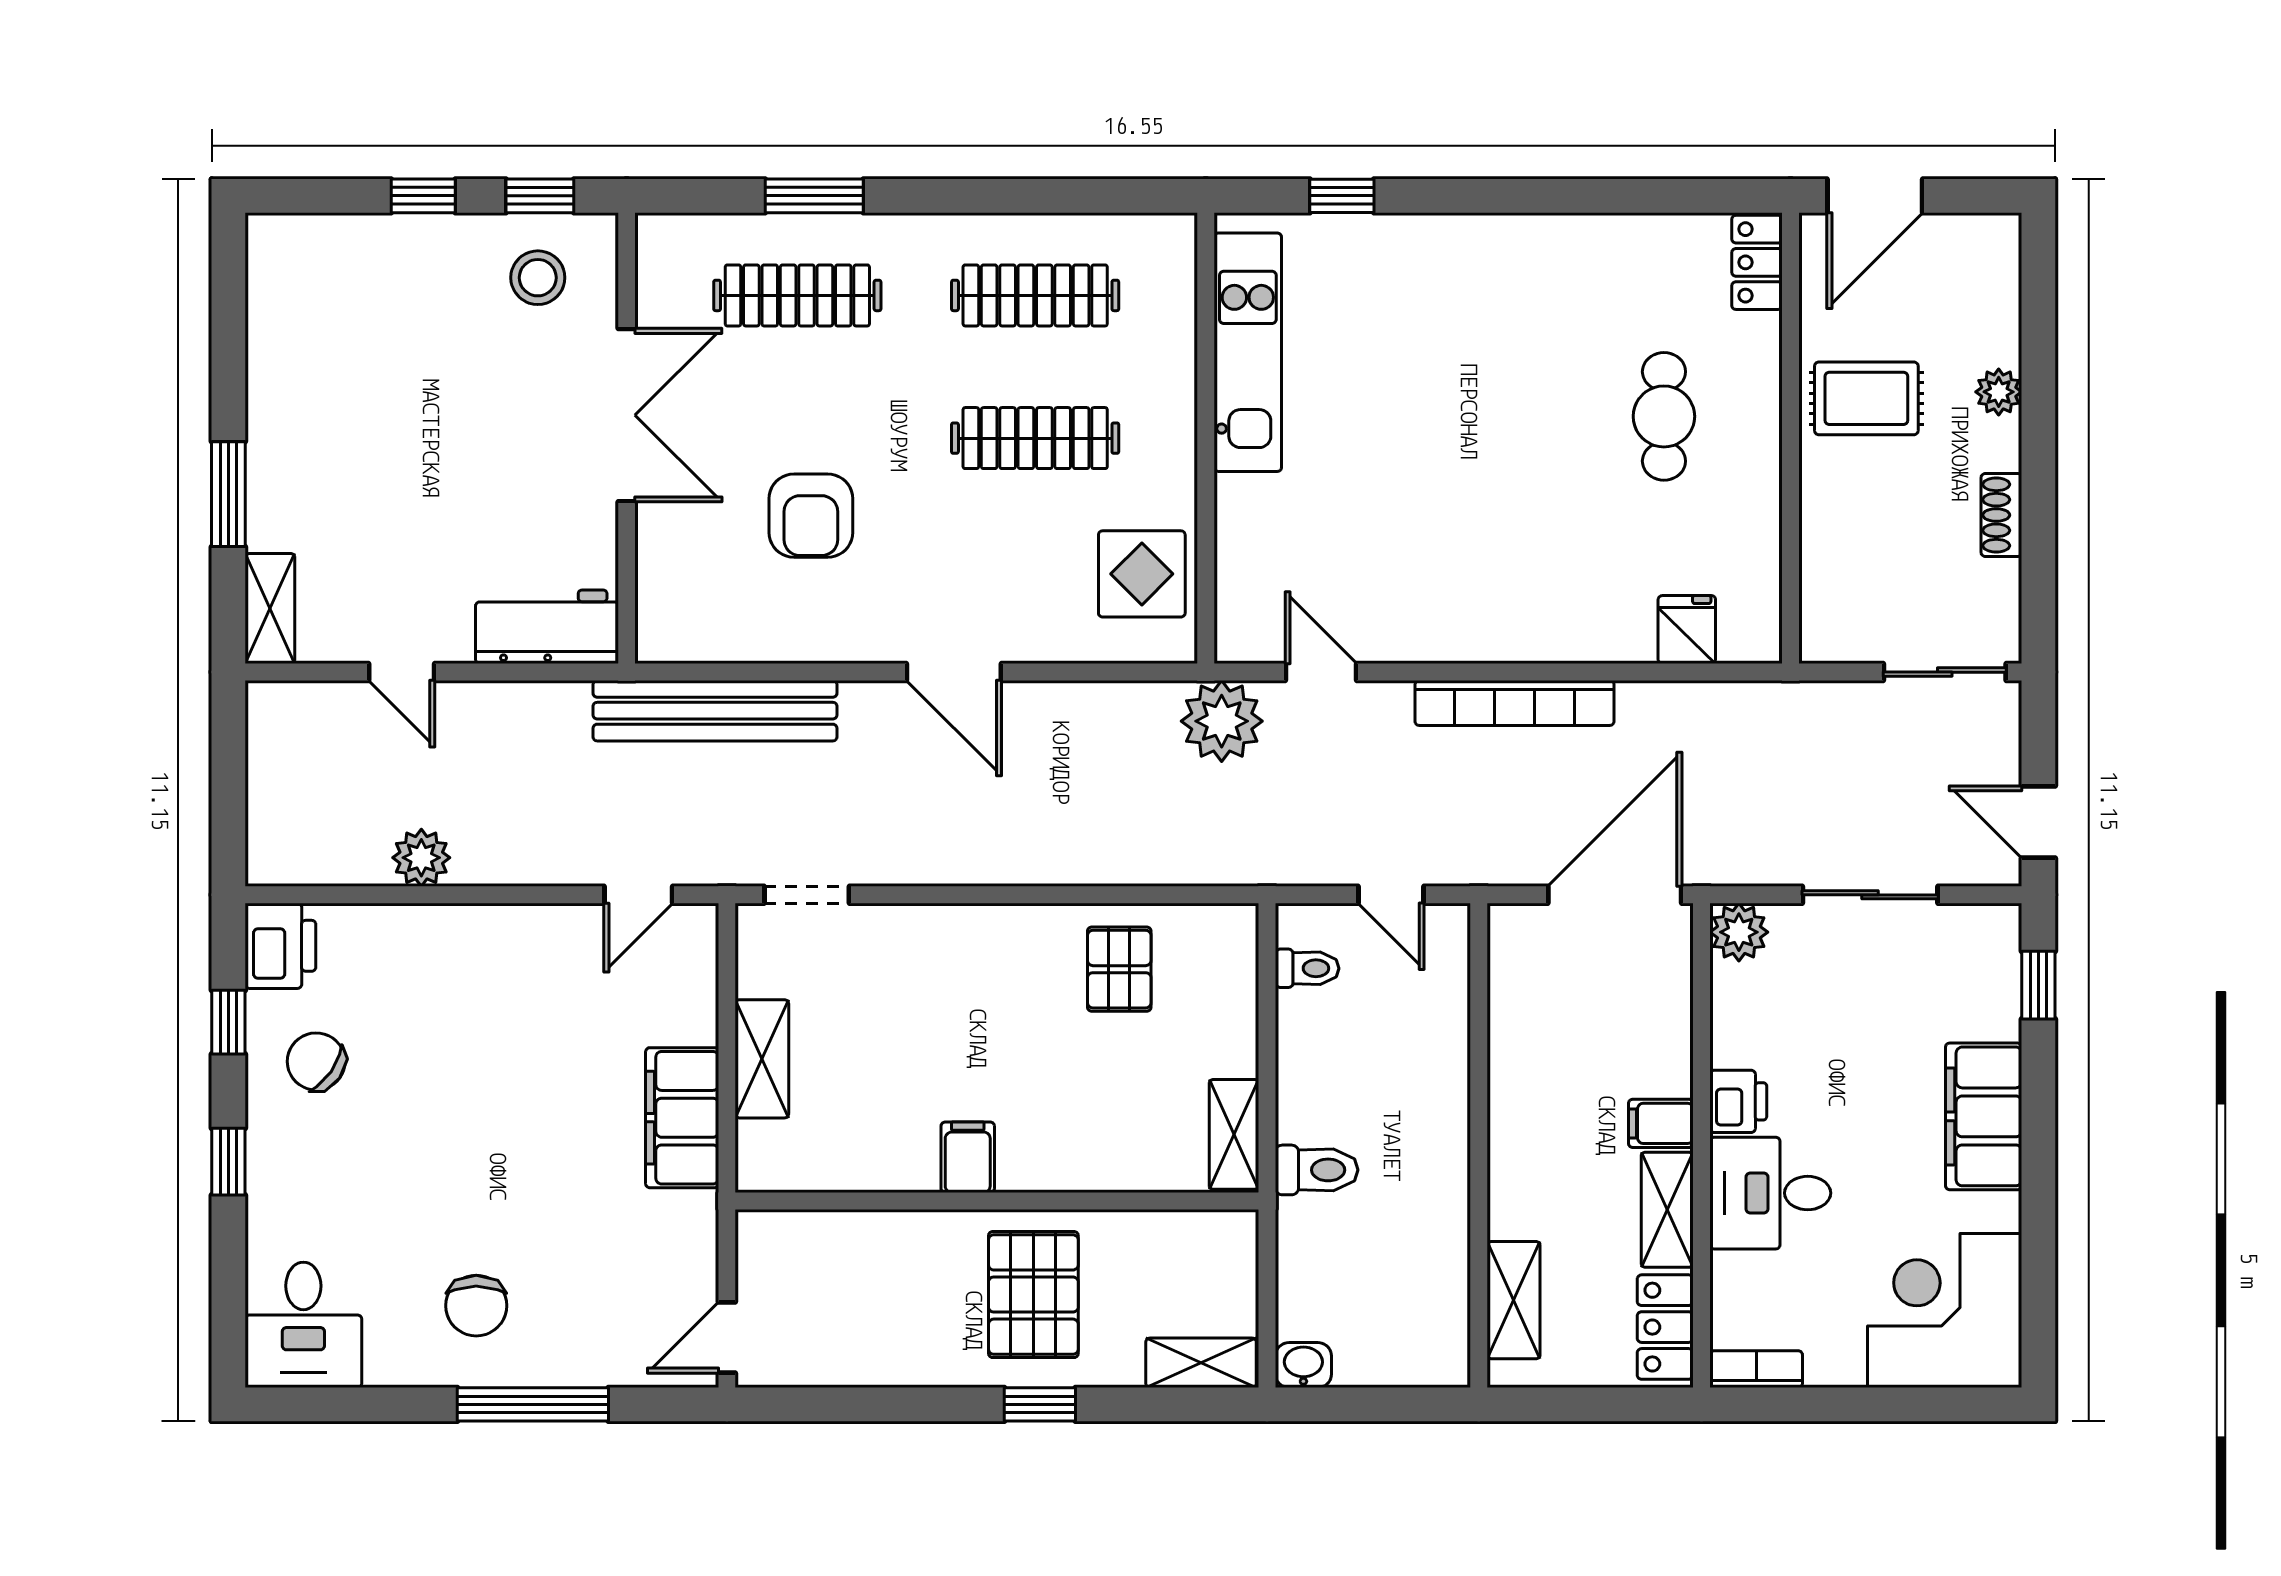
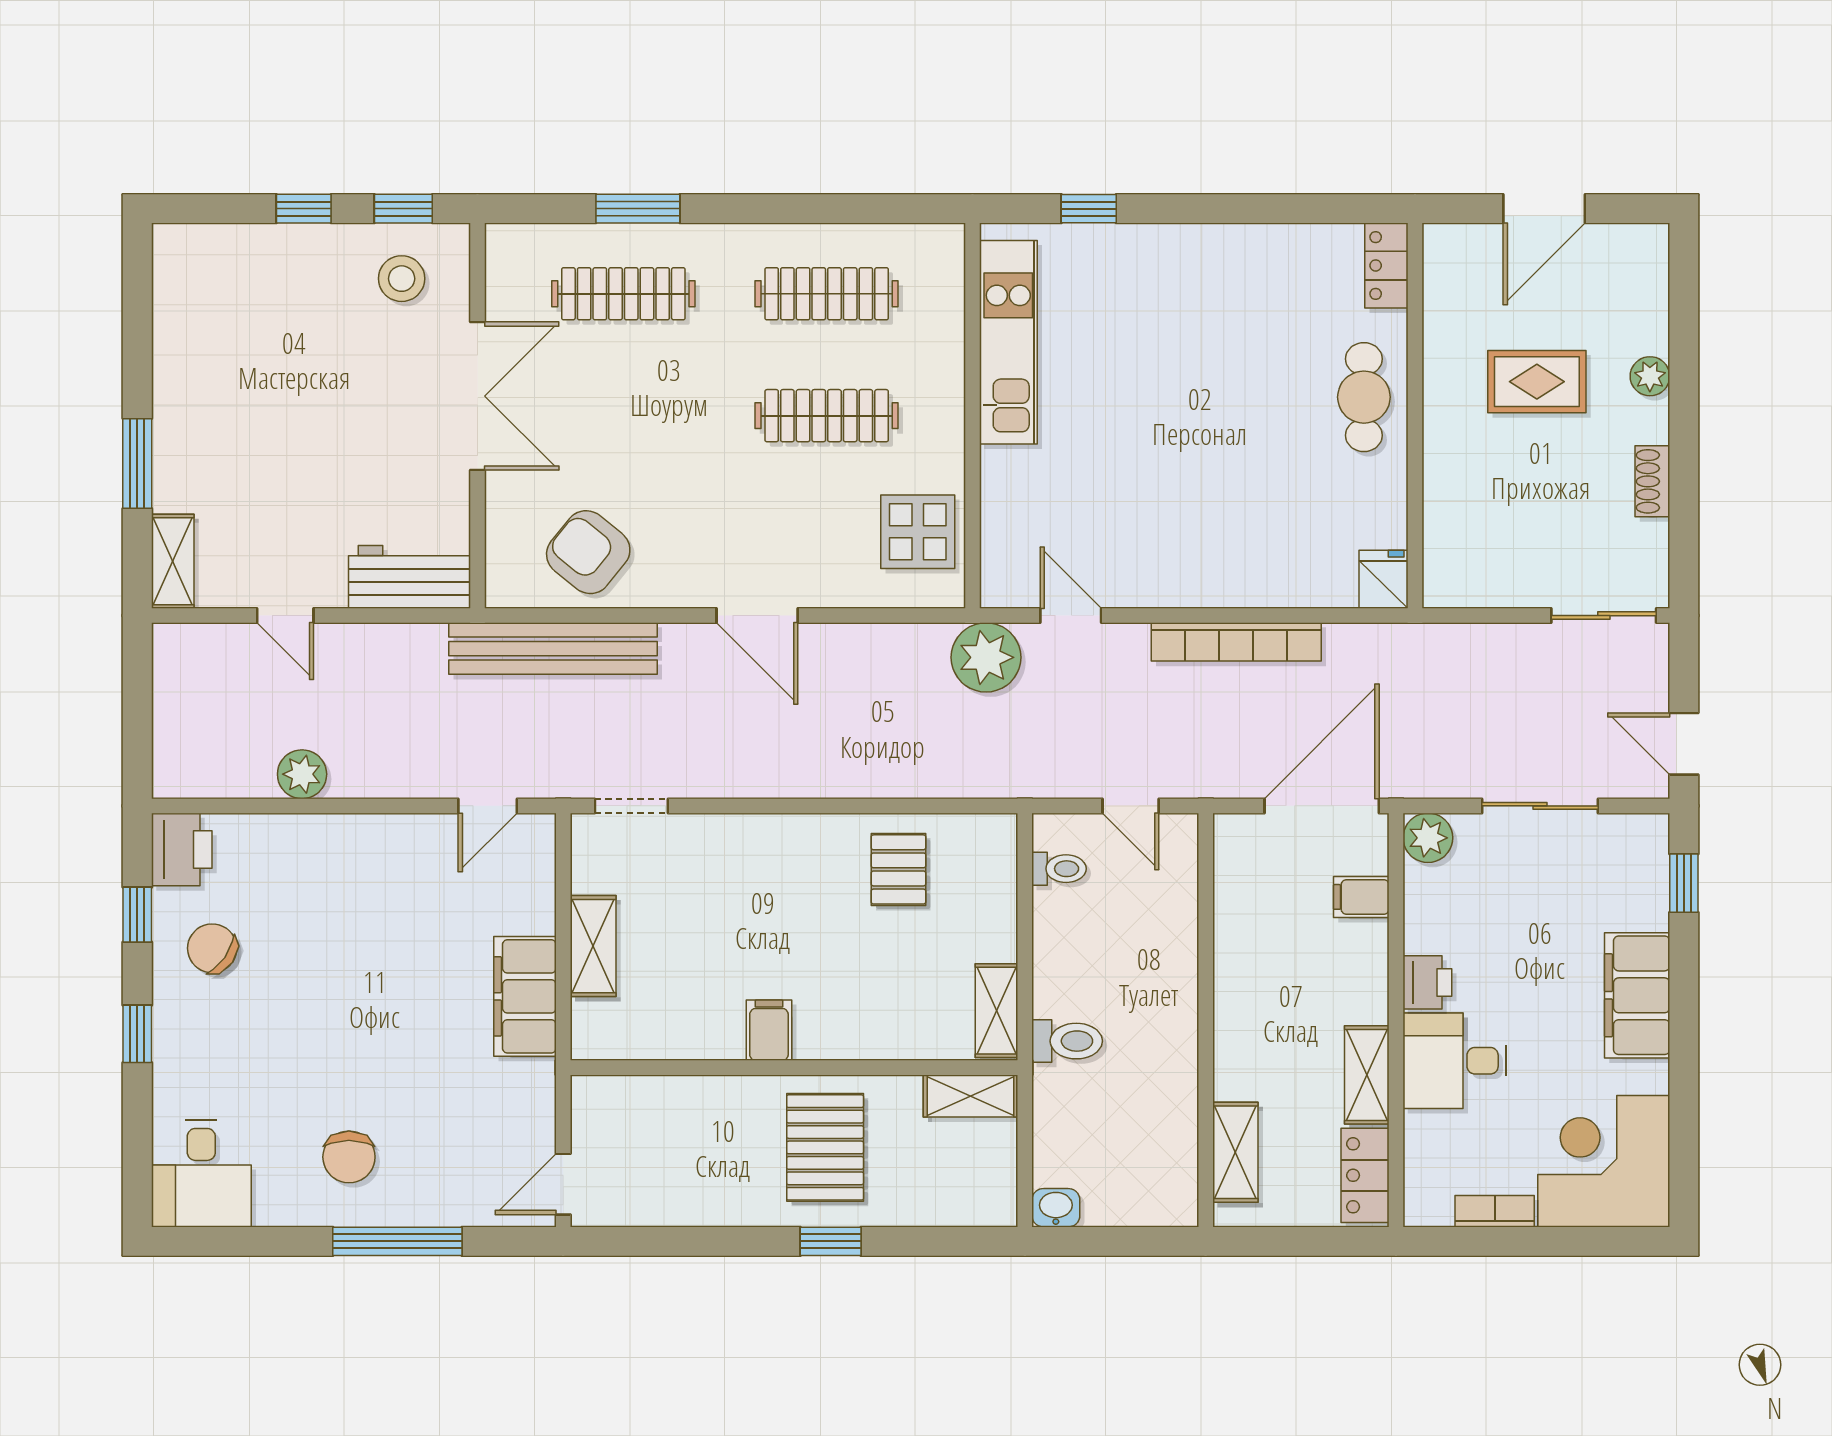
locker: (1757, 262) -> (1386, 265), moved
wall: (1791, 438) -> (1415, 416), moved
armchair: (811, 516) -> (588, 552), moved, turned 129
filing cabinet: (1661, 1123) -> (1361, 897), moved
shelving: (1201, 1363) -> (970, 1096), moved
bookcase: (1756, 1369) -> (1495, 1211), moved

